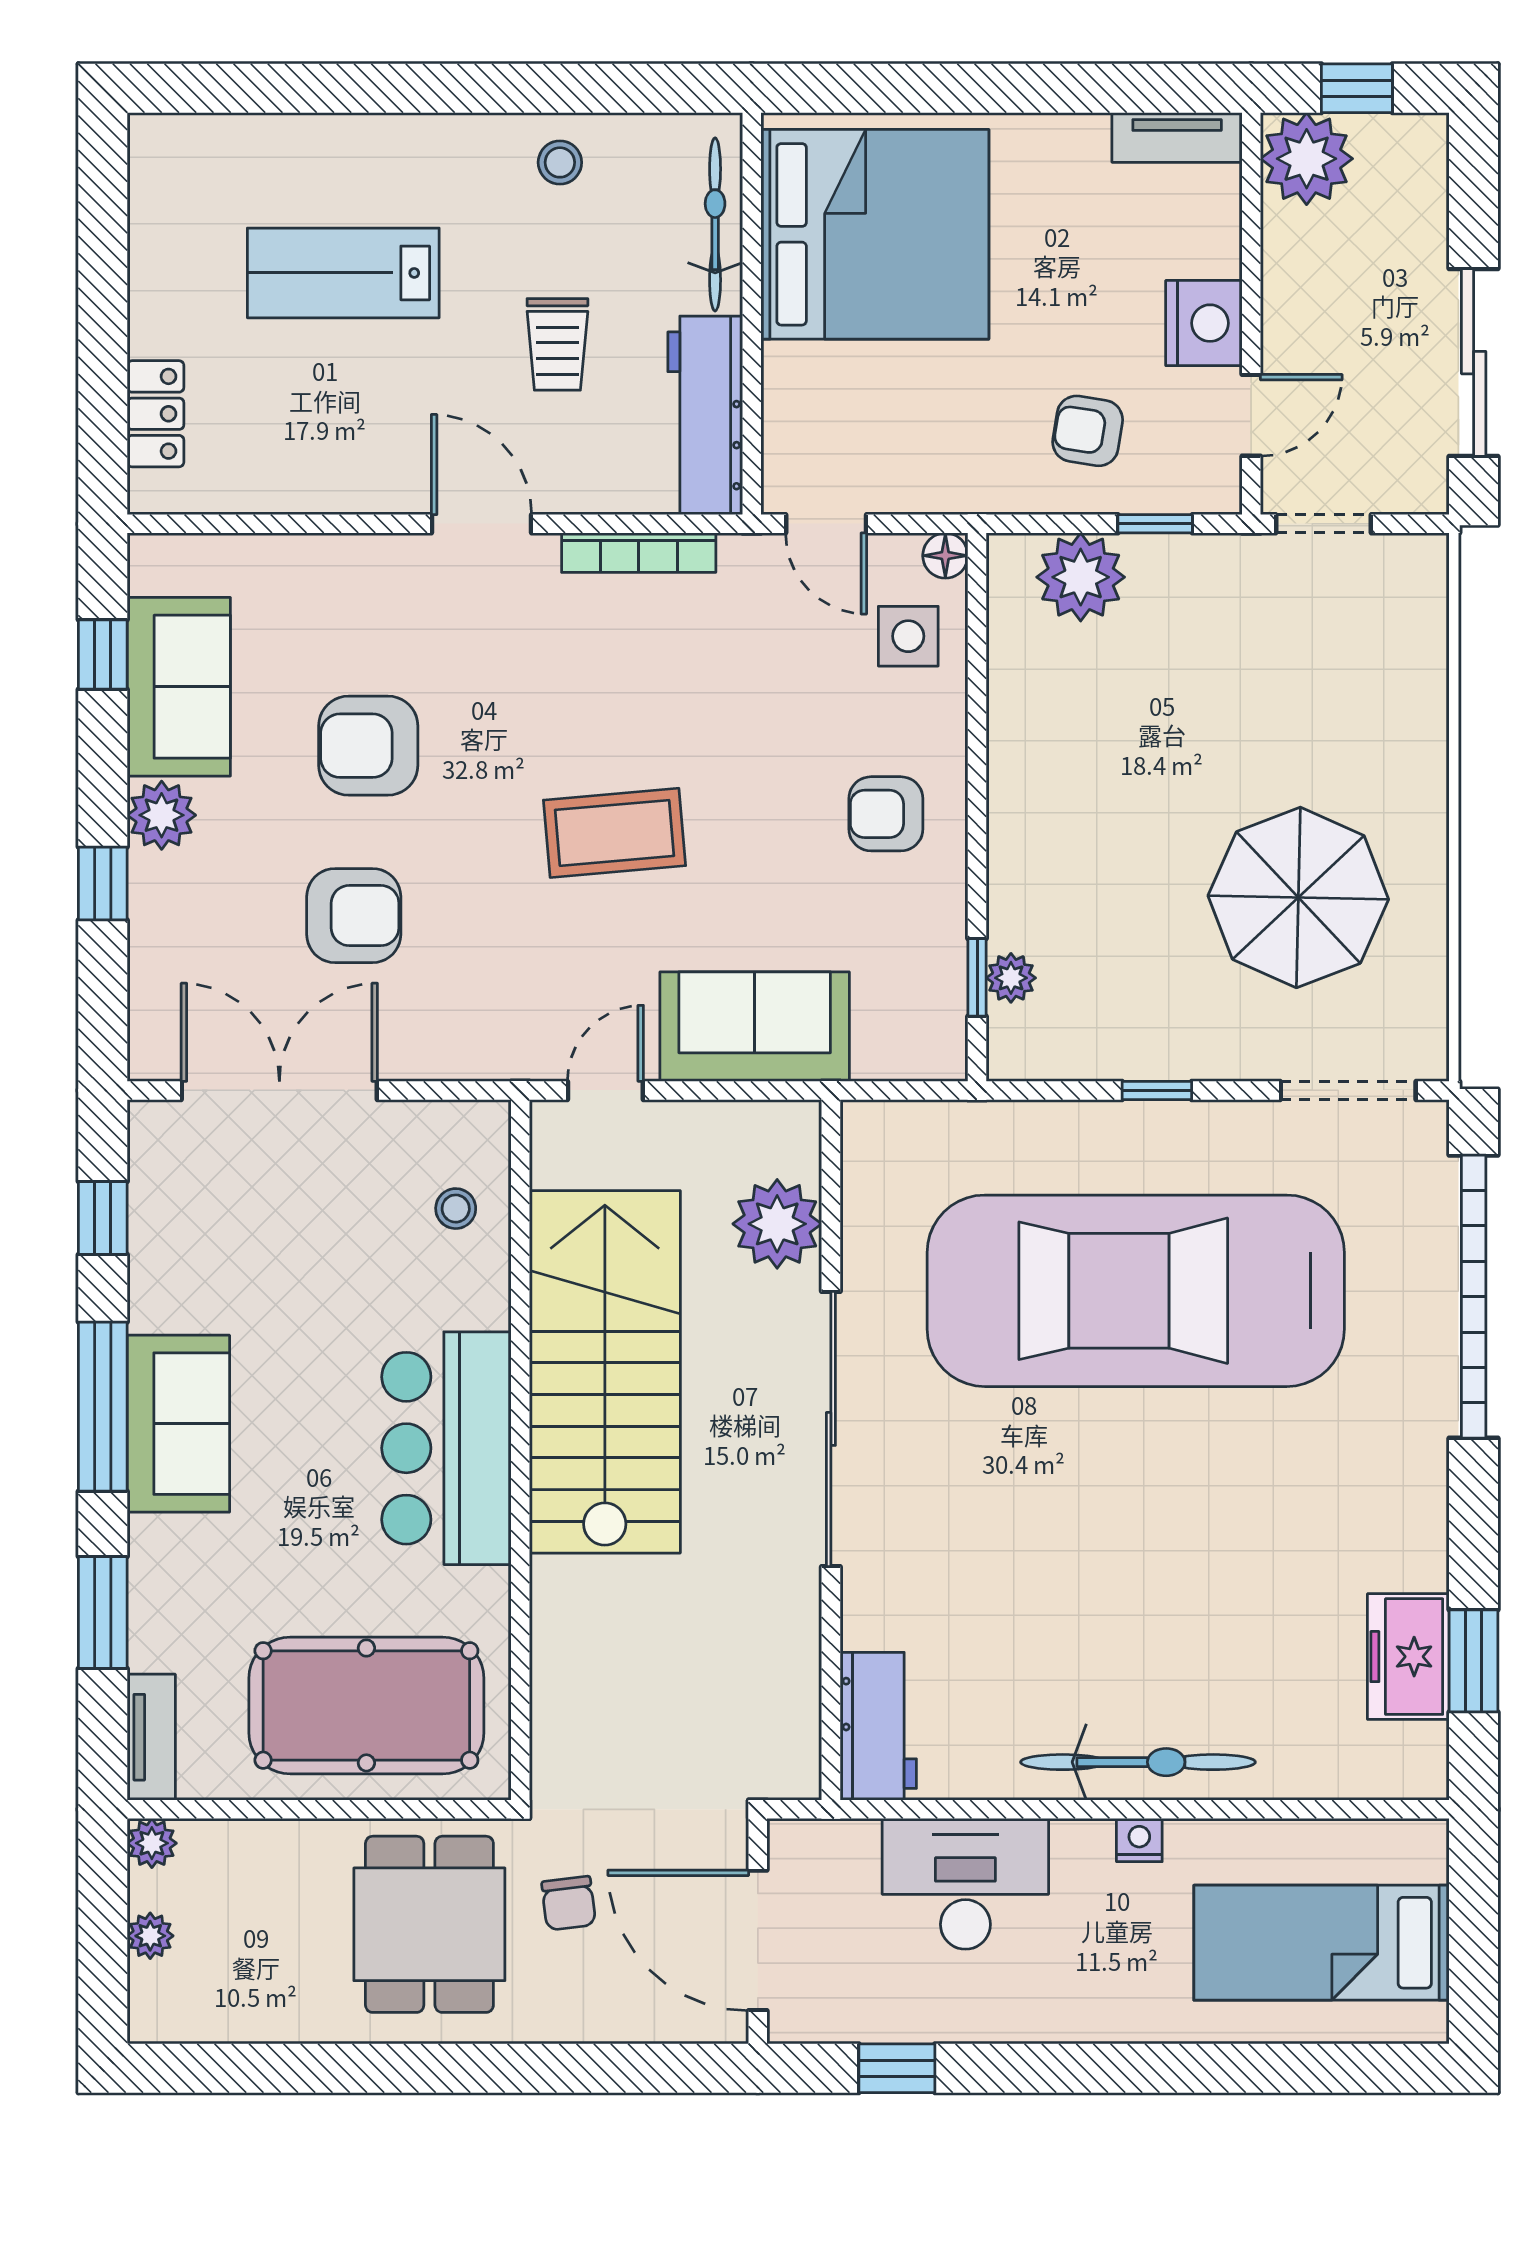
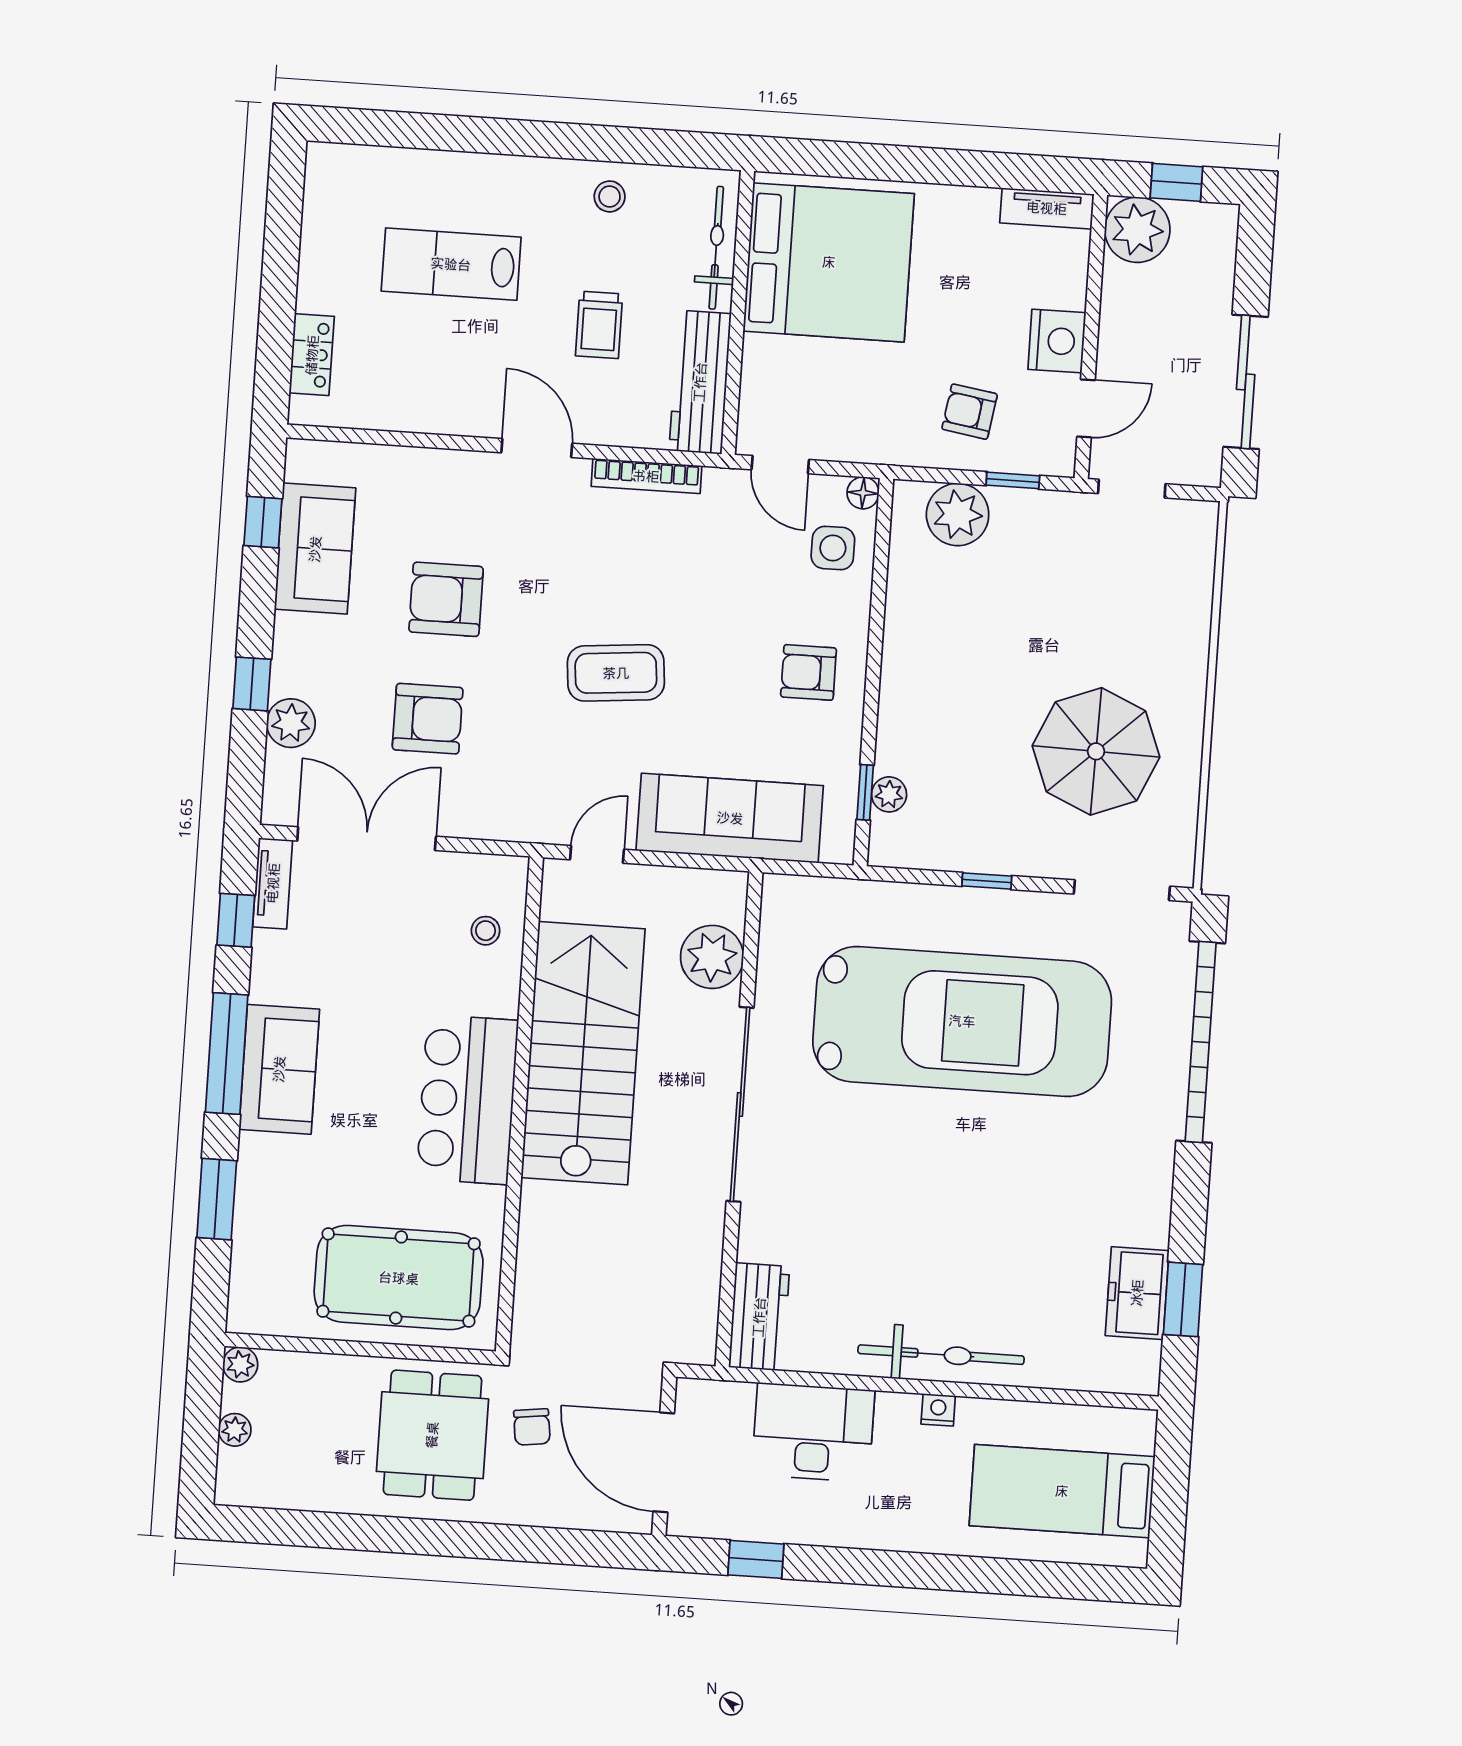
plant: (162, 815) -> (291, 723), moved
sofa: (755, 1027) -> (730, 818), width x1.36
car: (1136, 1291) -> (962, 1021), turned 180
tv unit: (151, 1737) -> (273, 883), moved

